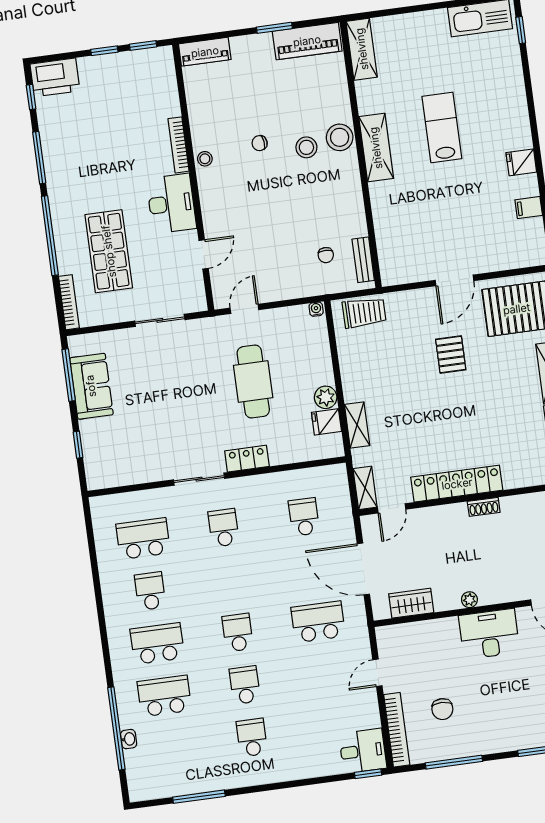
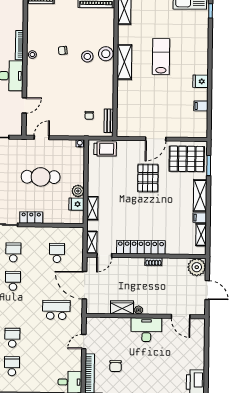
pallet: (451, 354) -> (148, 178), width x1.50, depth x1.42
cafe table: (253, 382) -> (41, 177), turned 90
wardrobe: (411, 603) -> (122, 307), moved
school desk: (238, 633) -> (13, 281), moved

